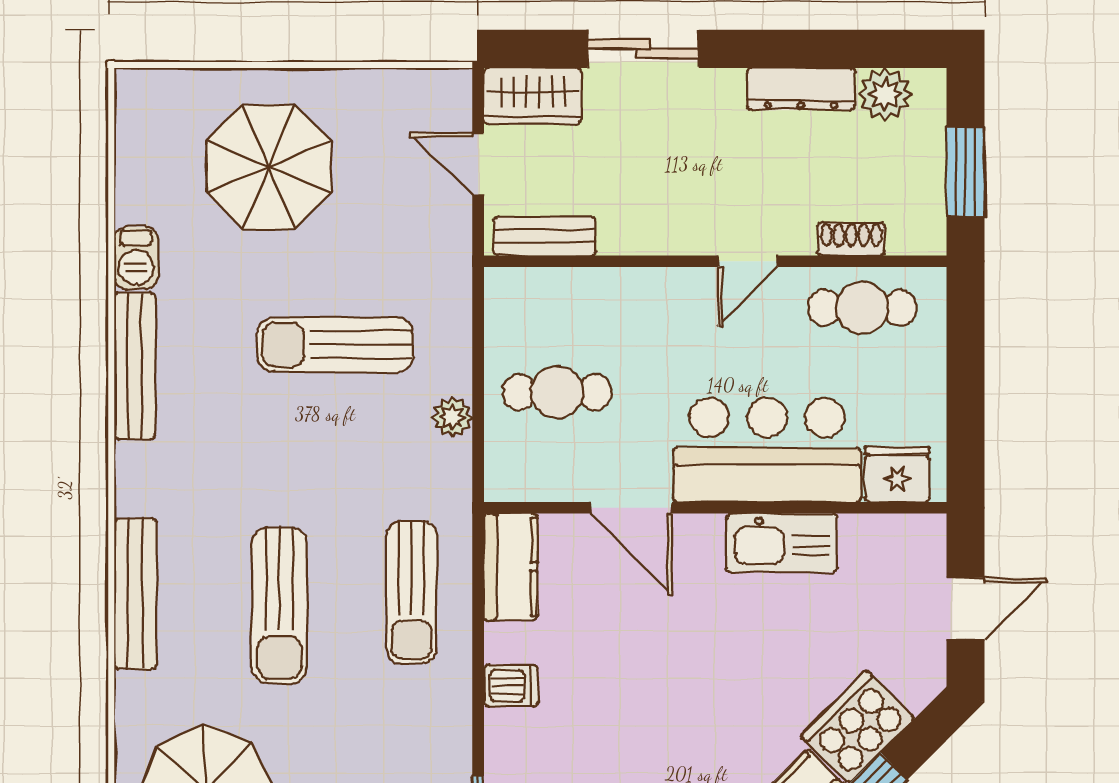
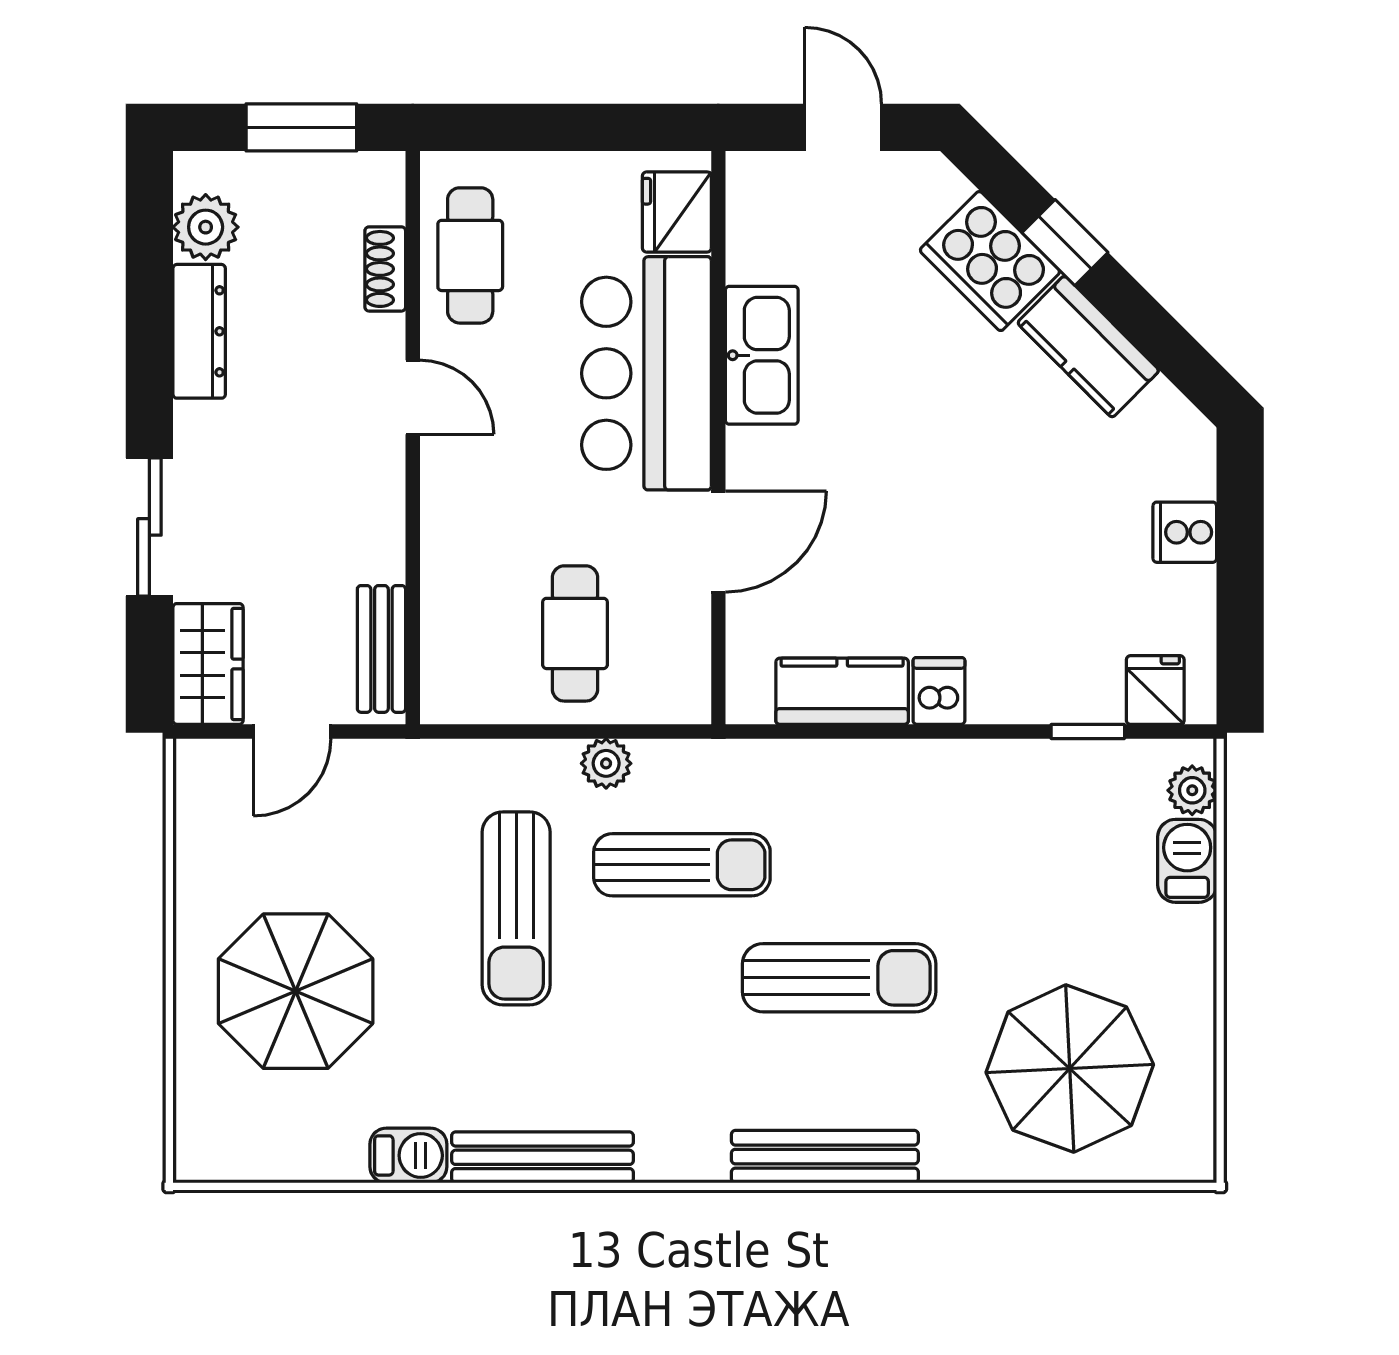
kitchen counter: (511, 567) -> (842, 691), moved
sun lounger: (411, 592) -> (682, 865), moved

